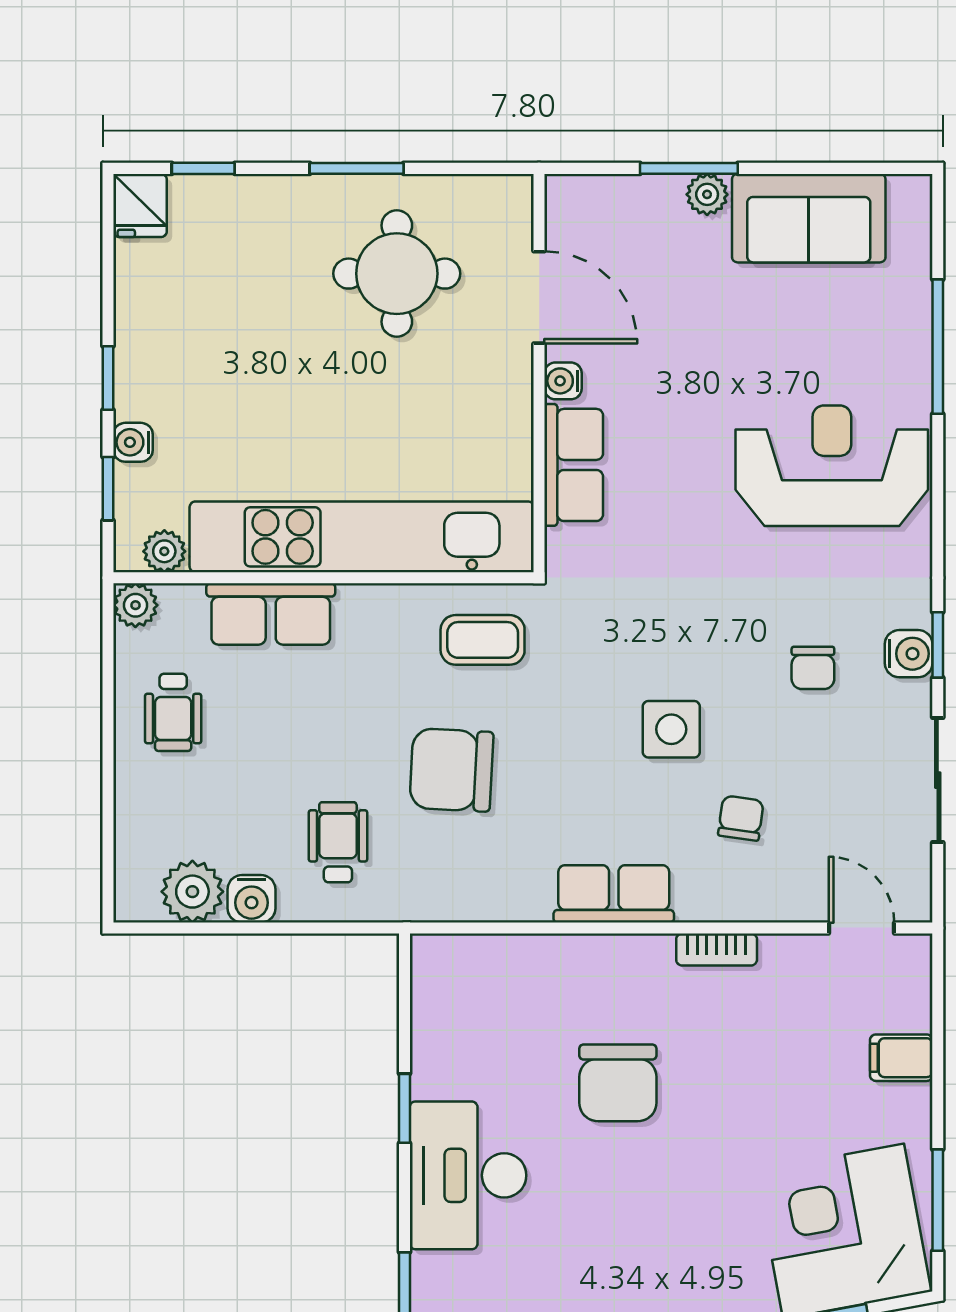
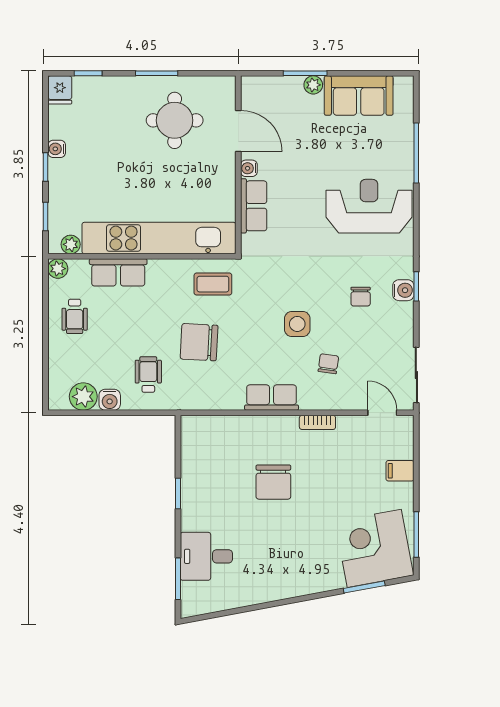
water cooler: (133, 442) -> (57, 149), moved
sliding door: (938, 780) -> (416, 375), moved
desk: (468, 1175) -> (206, 556), moved, width x0.73

